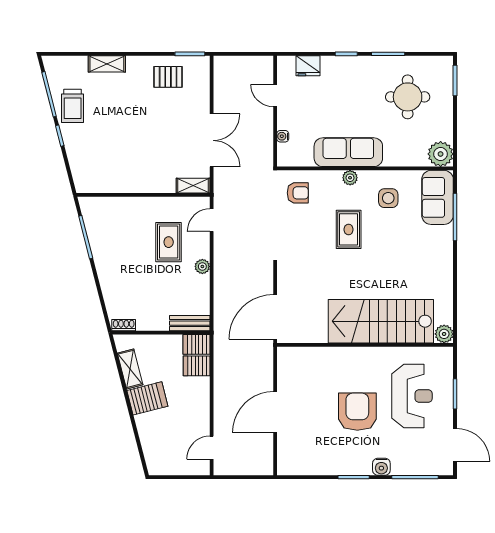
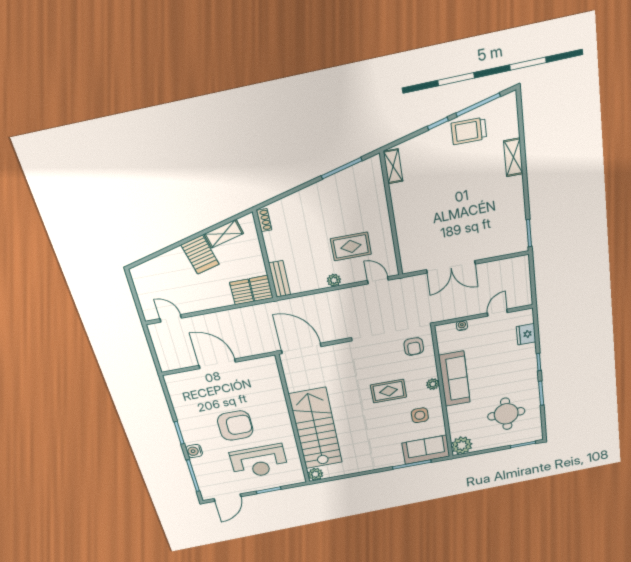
pallet: (168, 77) -> (506, 217), removed
shelving: (193, 186) -> (393, 166), moved

